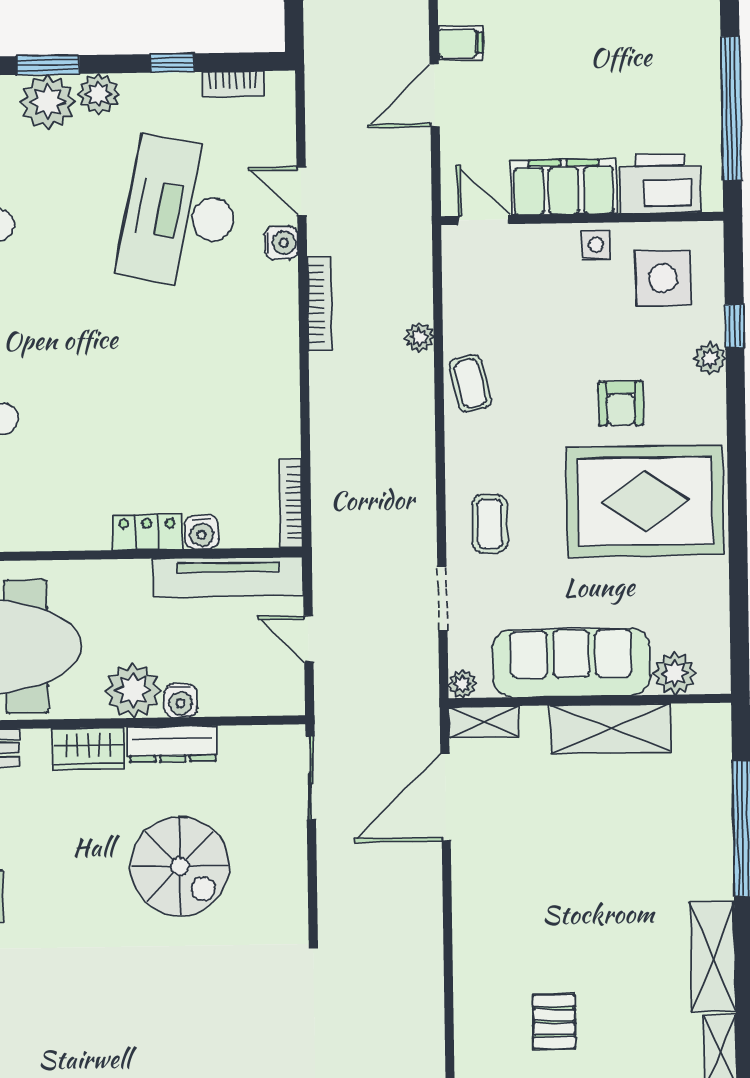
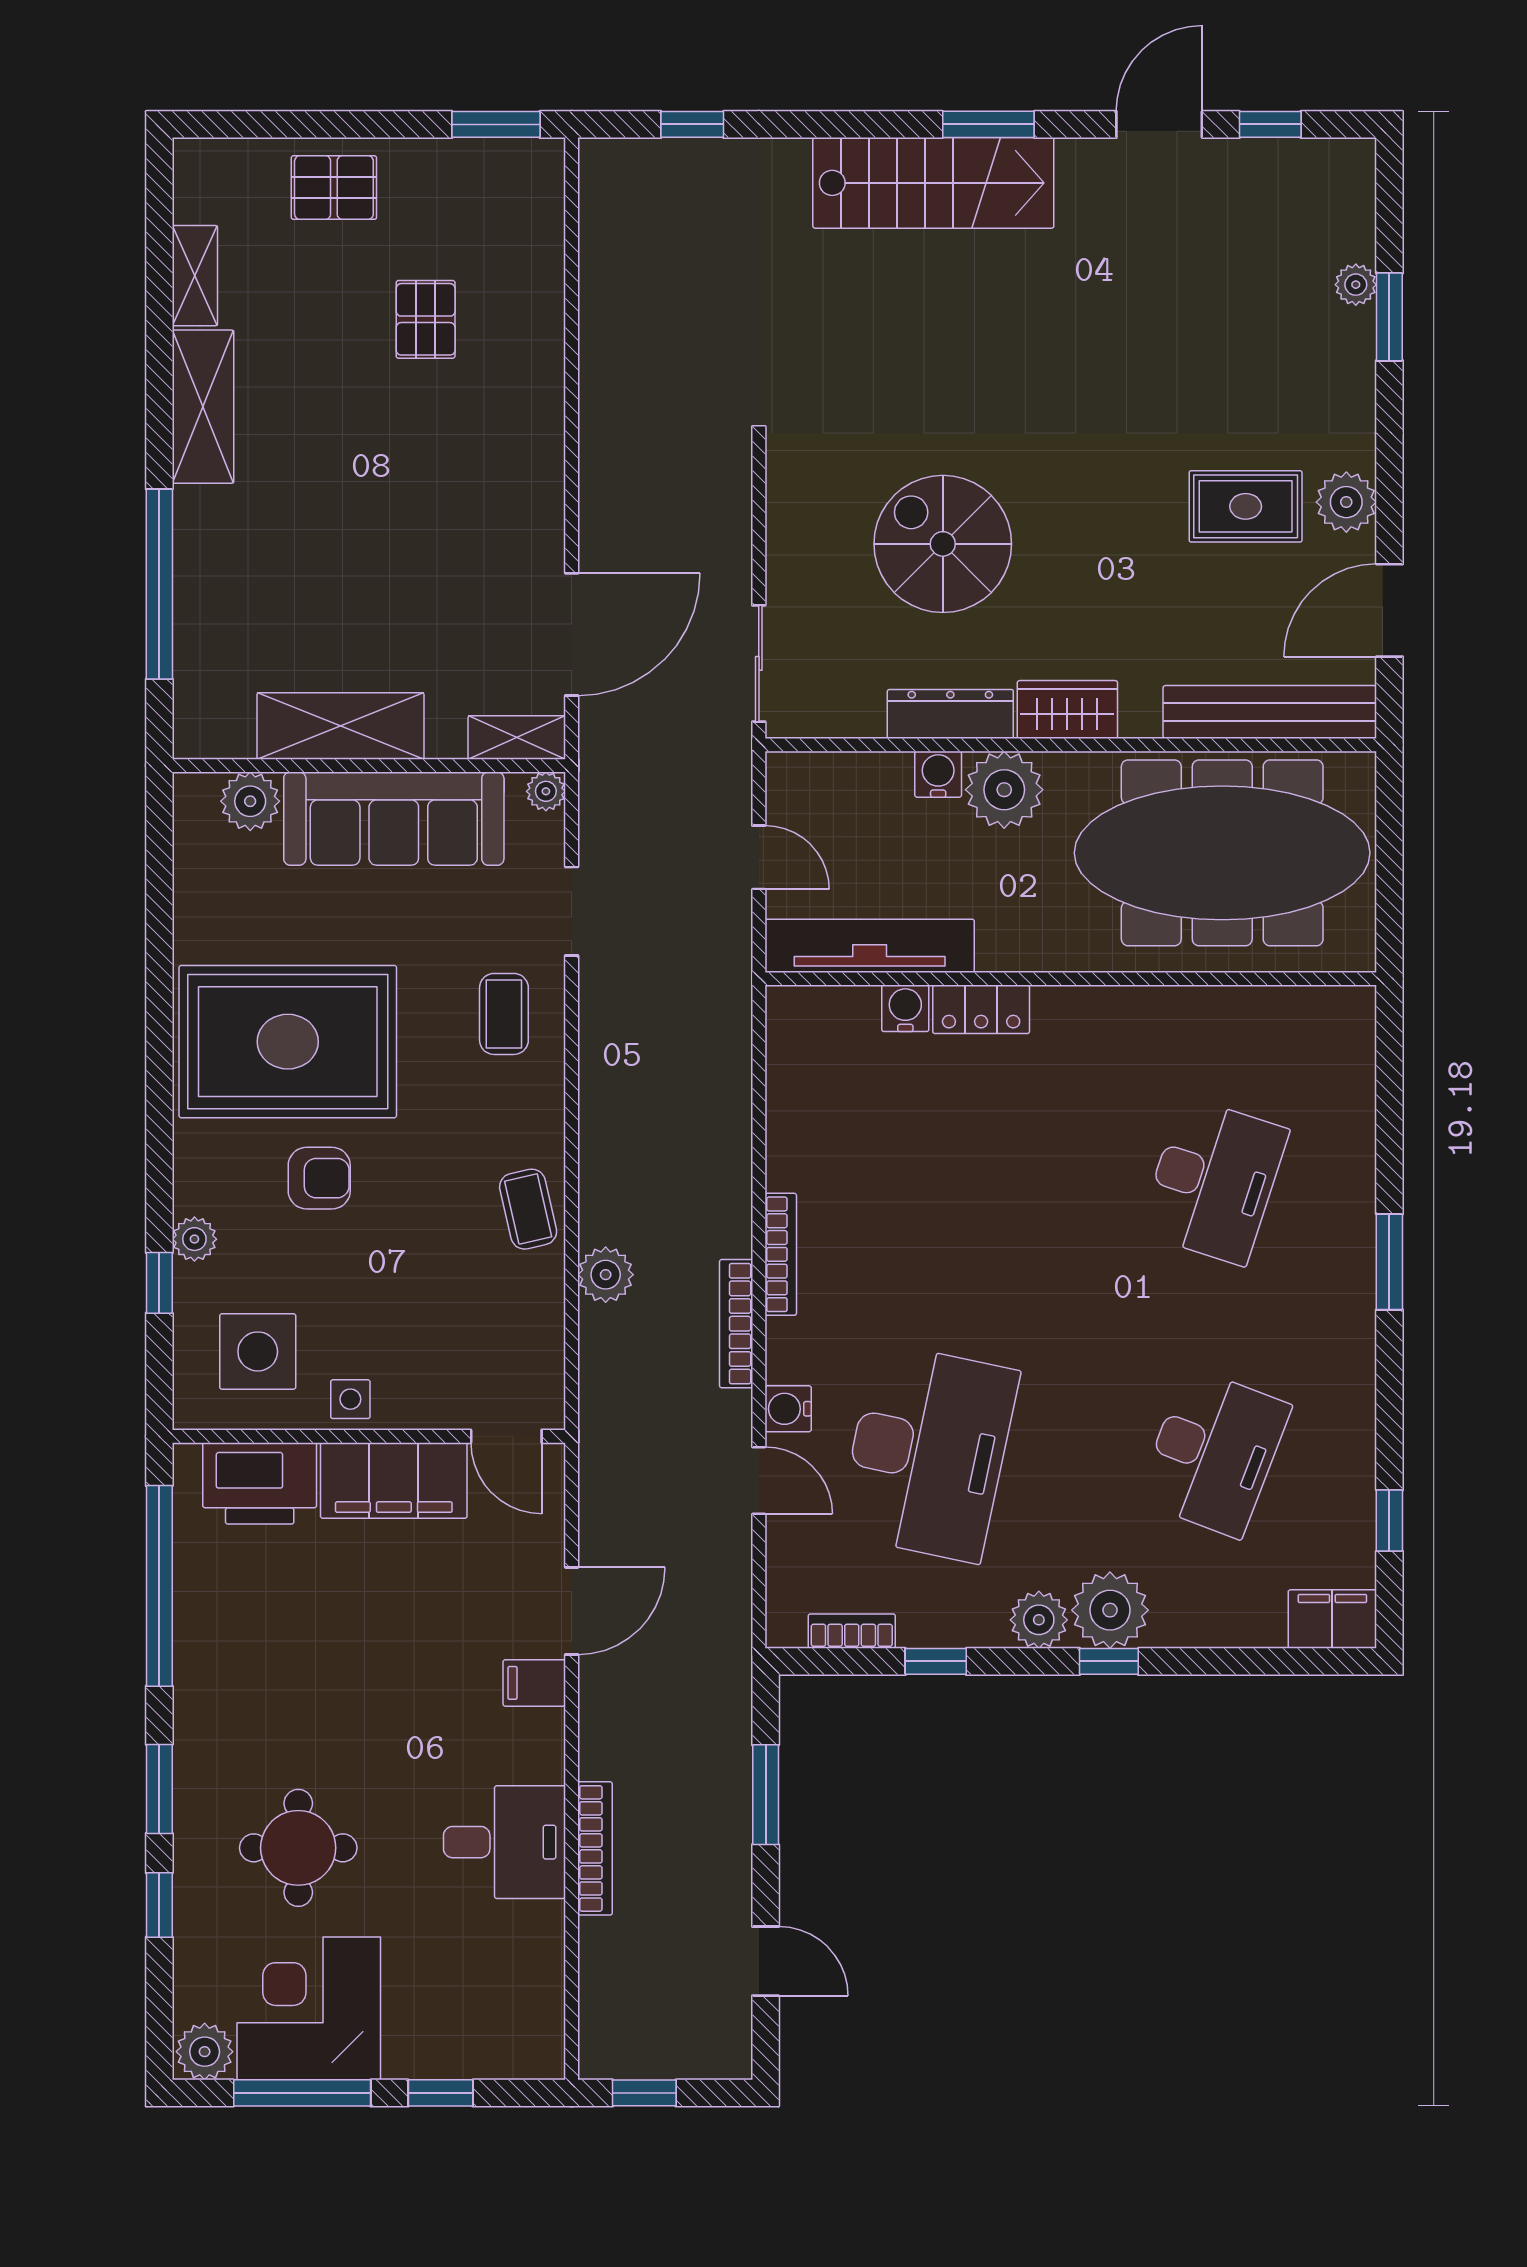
window: (48, 65) -> (1109, 1661), width x0.67
plant: (419, 337) -> (606, 1275), width x1.38, depth x1.38
armchair: (621, 403) -> (319, 1178), turned 90
bookcase: (291, 503) -> (781, 1254), moved

